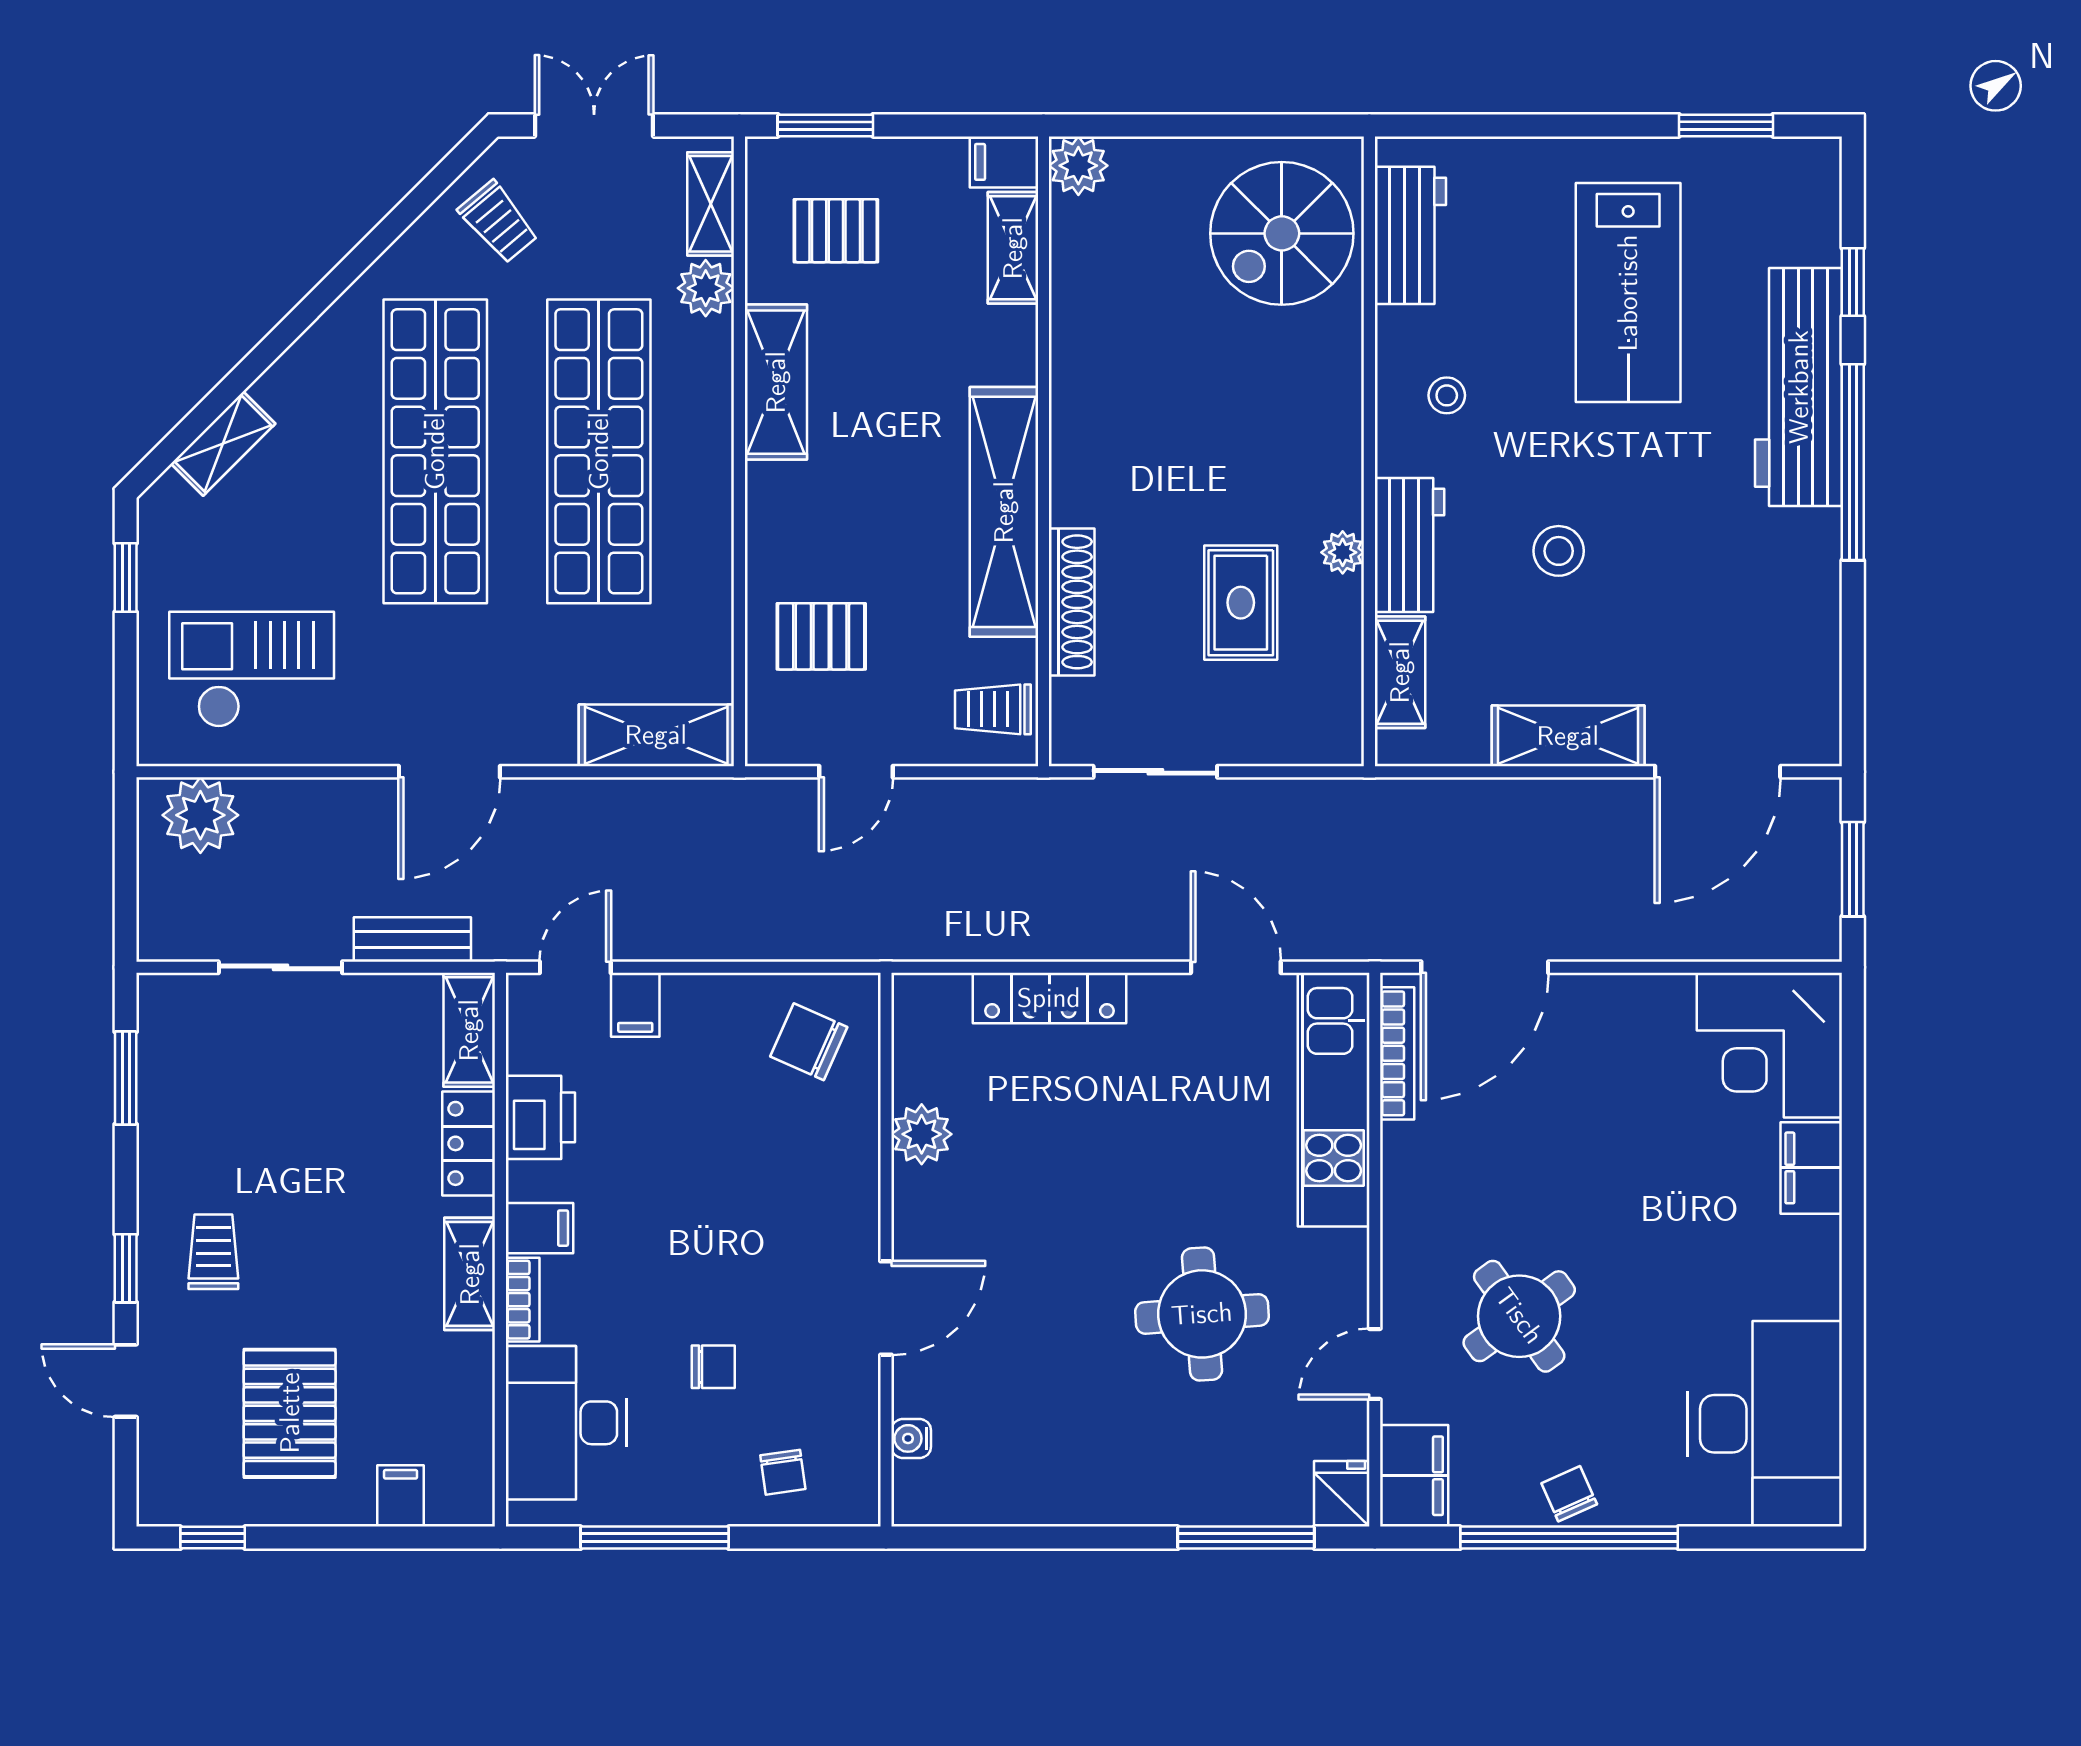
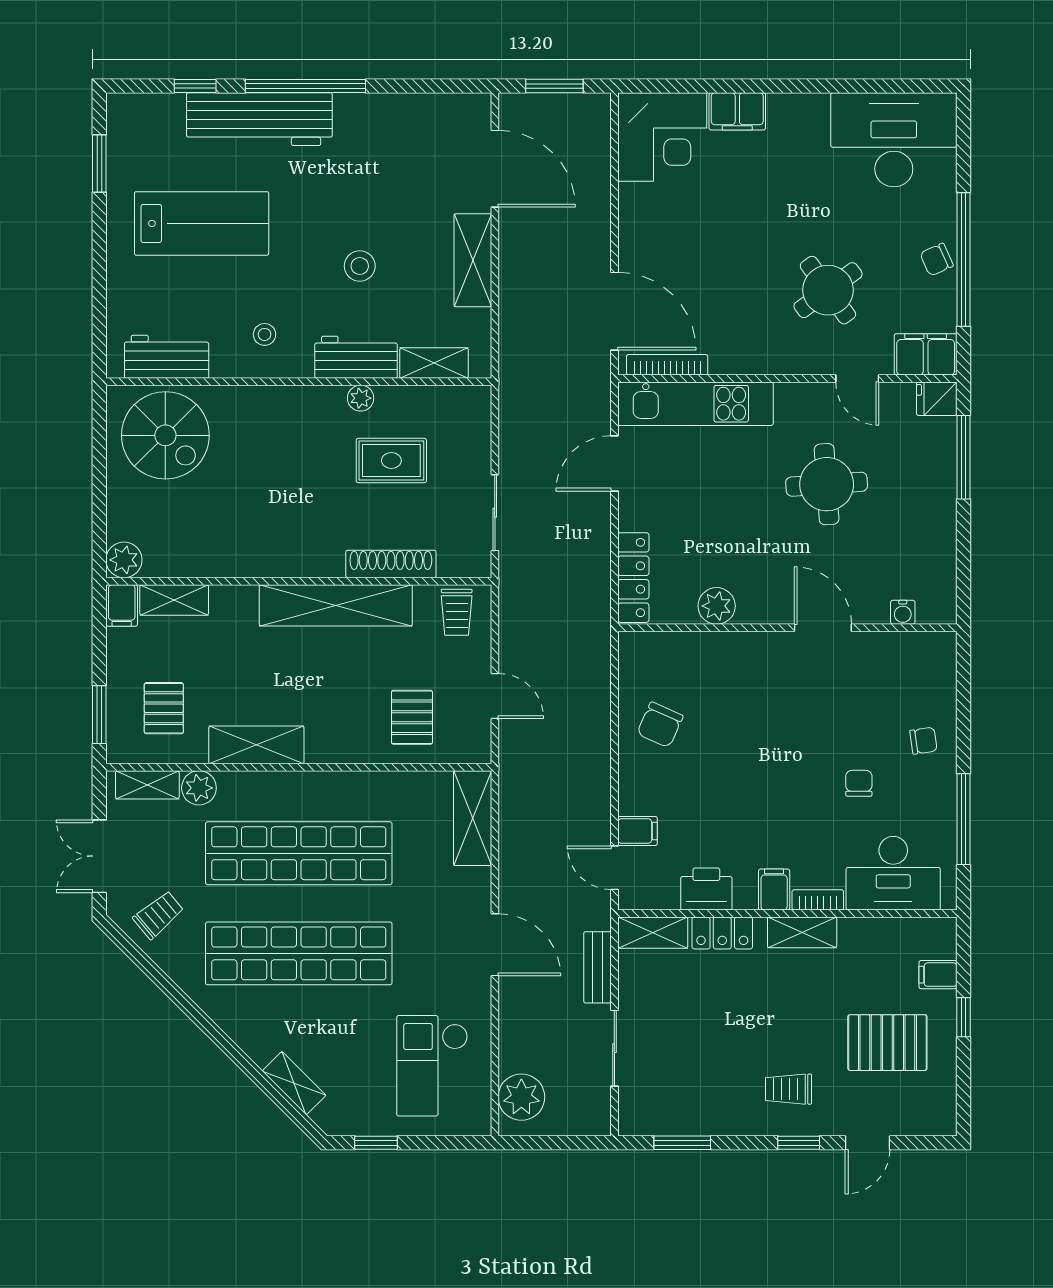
plant: (922, 1134) -> (717, 606), moved
wall: (886, 1250) -> (787, 628), moved
door: (886, 1308) -> (823, 628), moved
water cooler: (911, 1438) -> (903, 612), moved
window: (213, 1538) -> (963, 1017), moved

